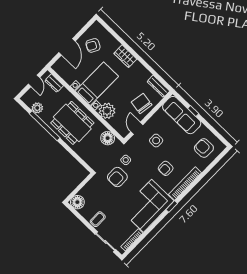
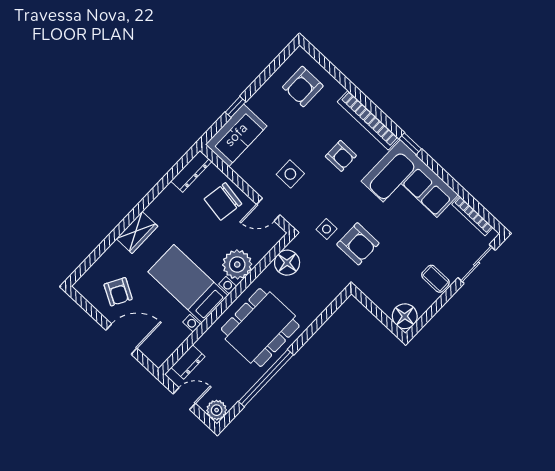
plant: (37, 108) -> (217, 410), moved
sofa: (182, 115) -> (236, 135), width x0.73

